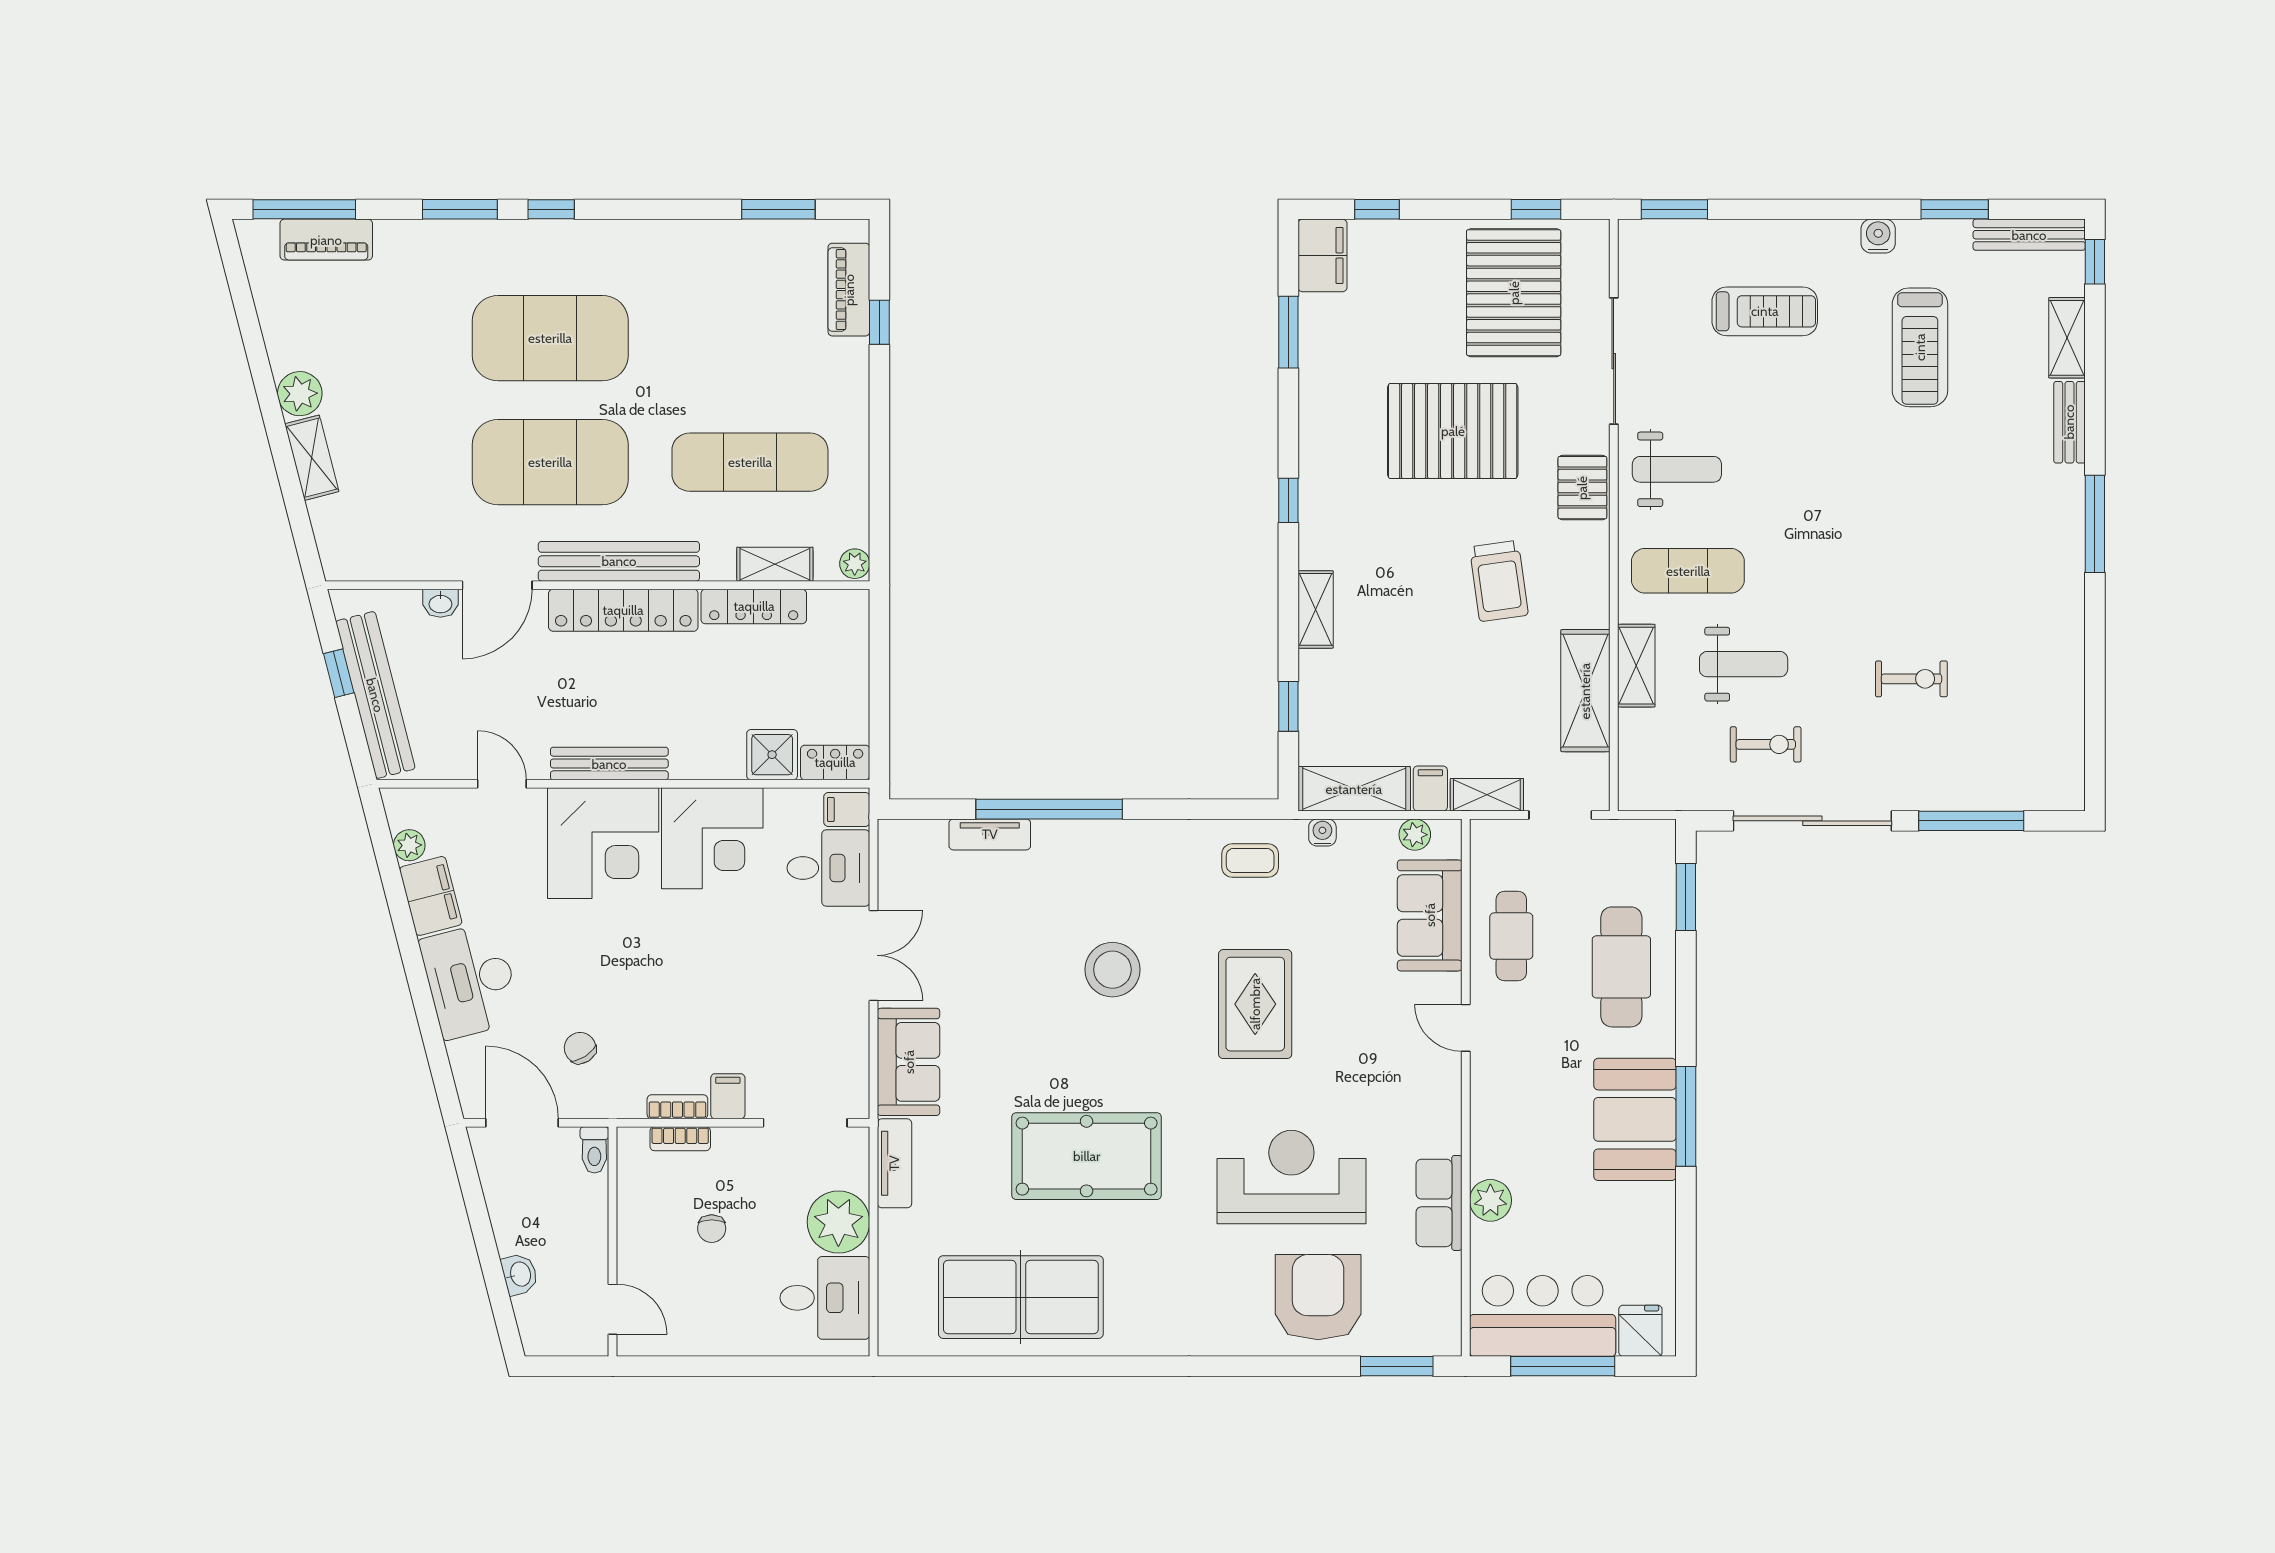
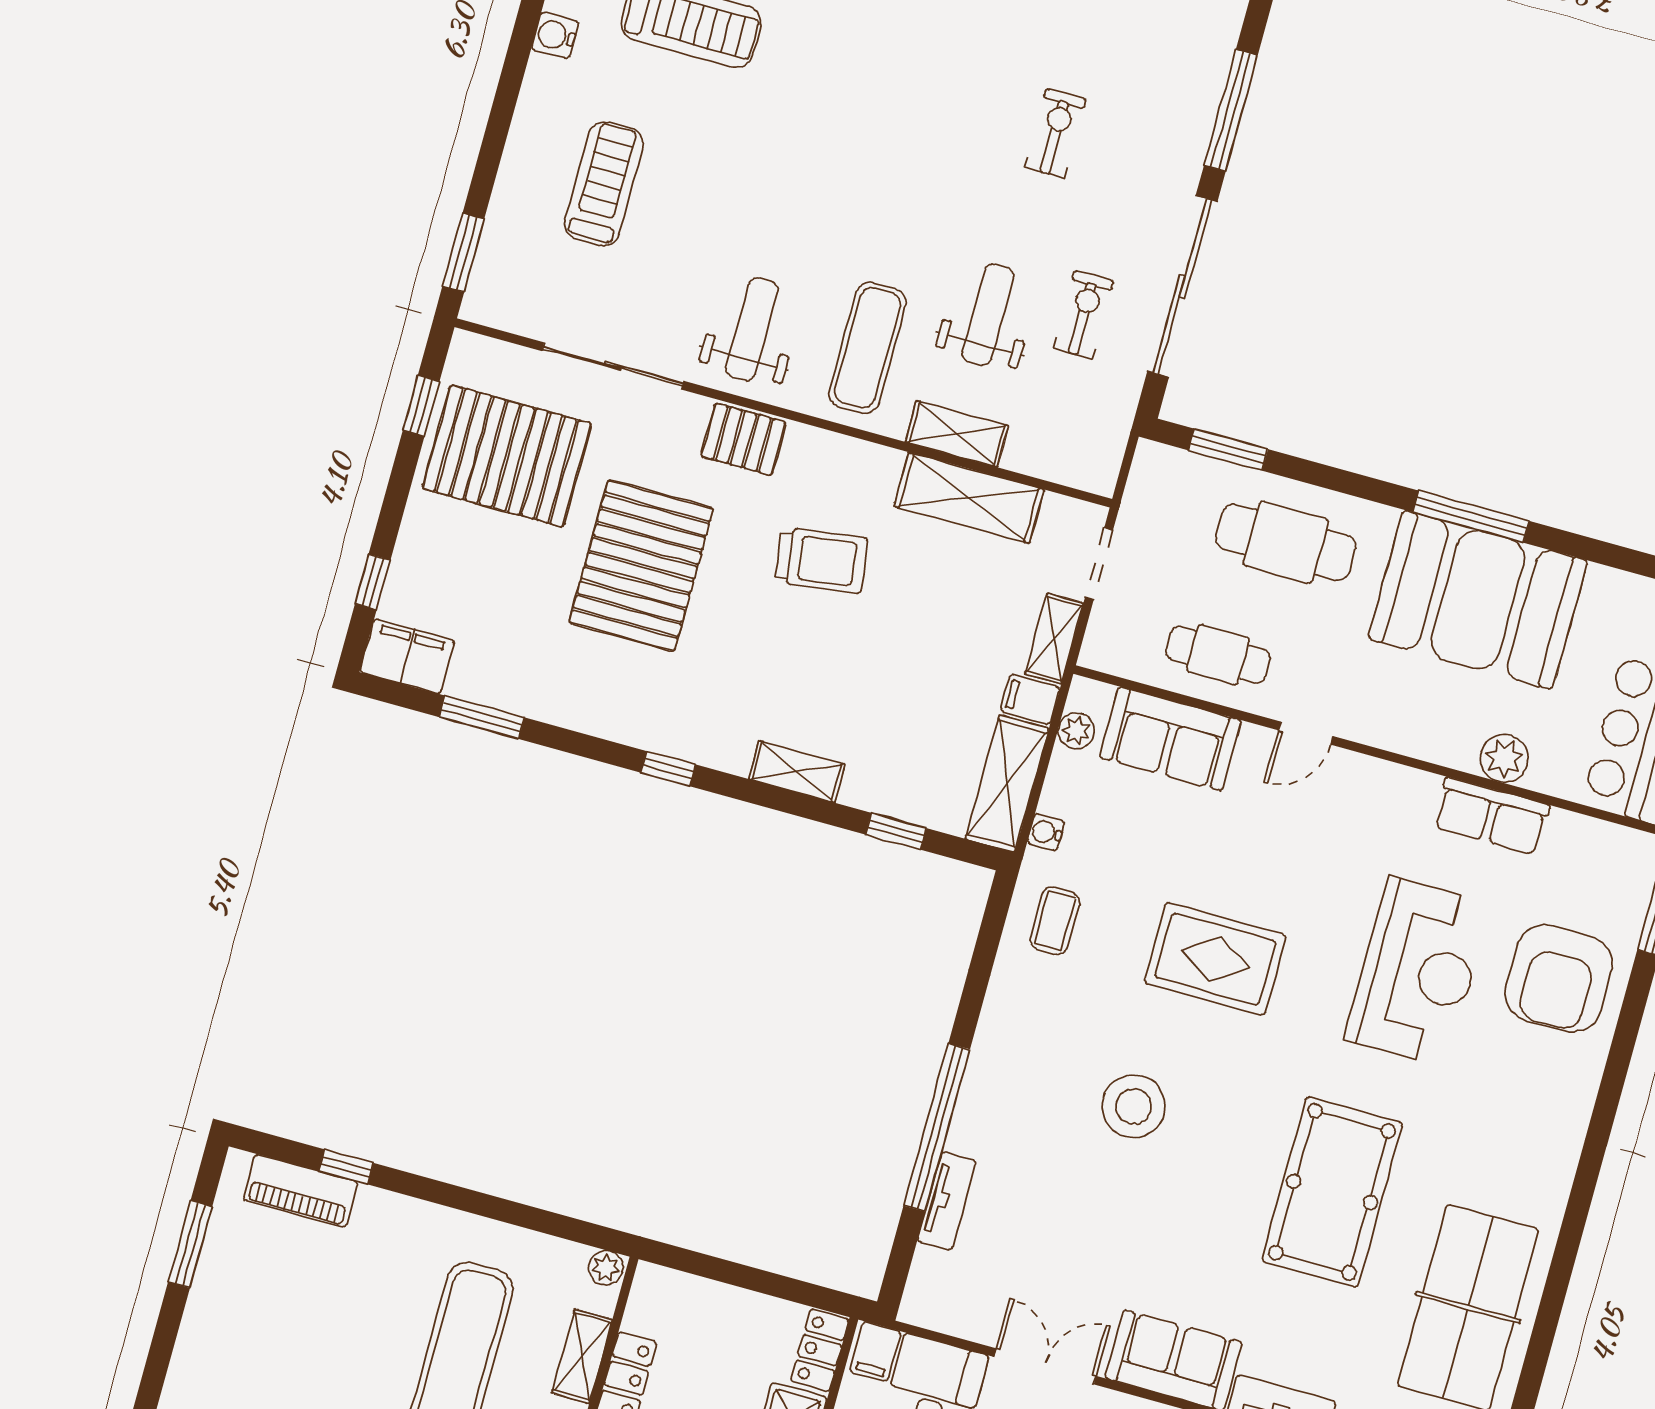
booth: (1635, 1119) -> (1478, 600), width x1.36, depth x1.42
reception desk: (1291, 1177) -> (1418, 972), turned 180
armchair: (1318, 1297) -> (1559, 979), turned -90

